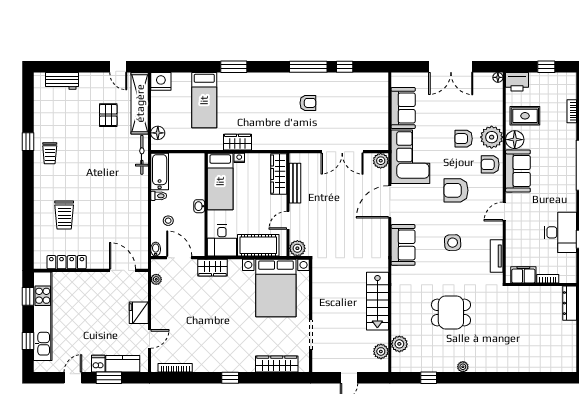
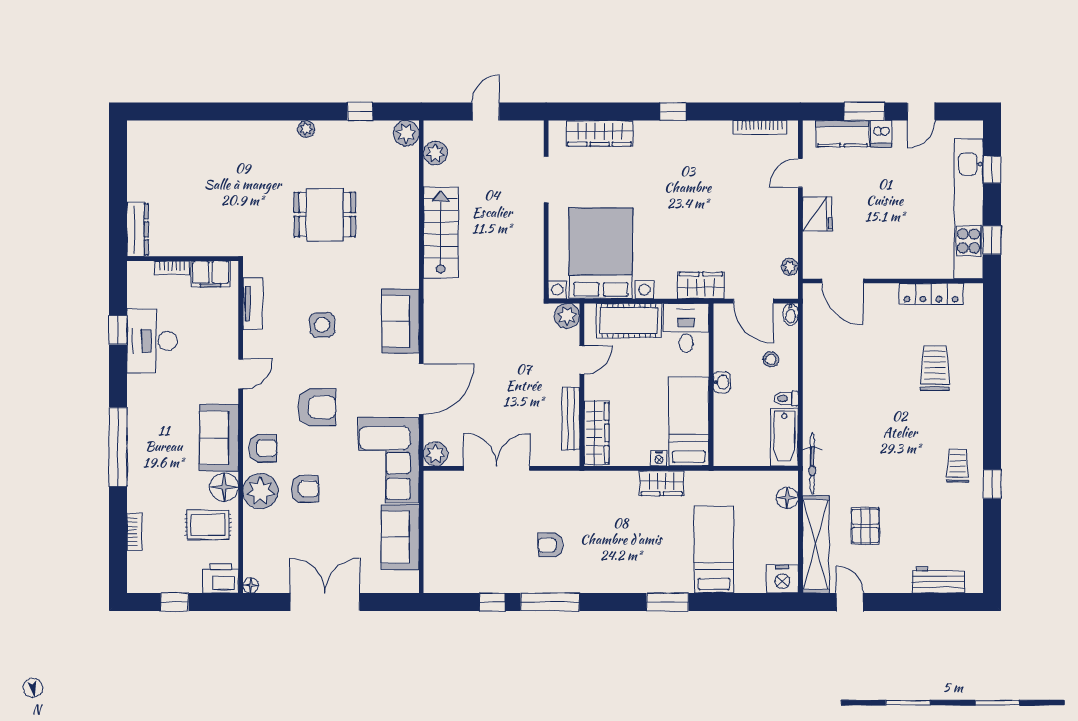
plant: (399, 344) -> (406, 133), moved

